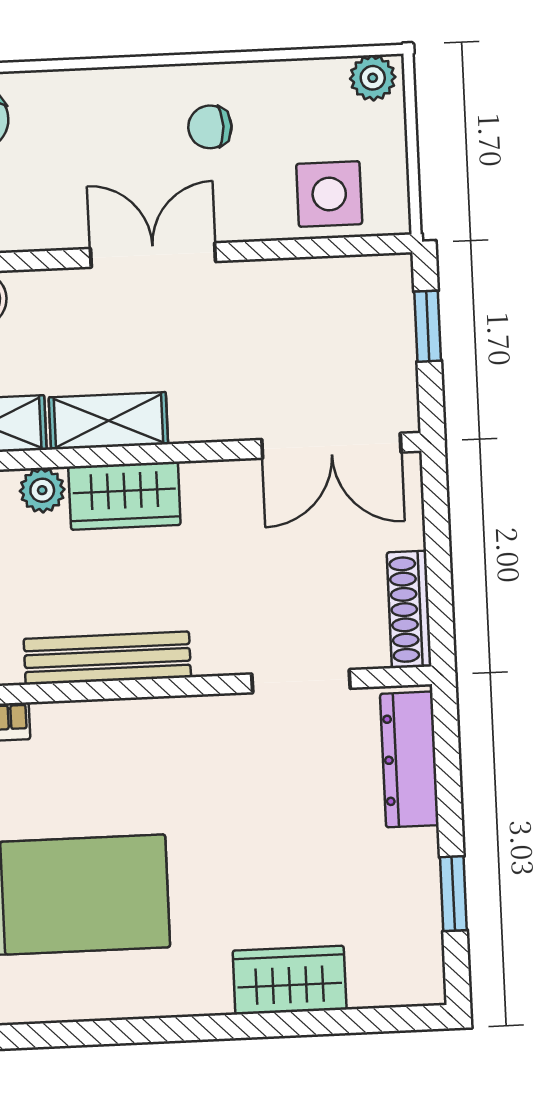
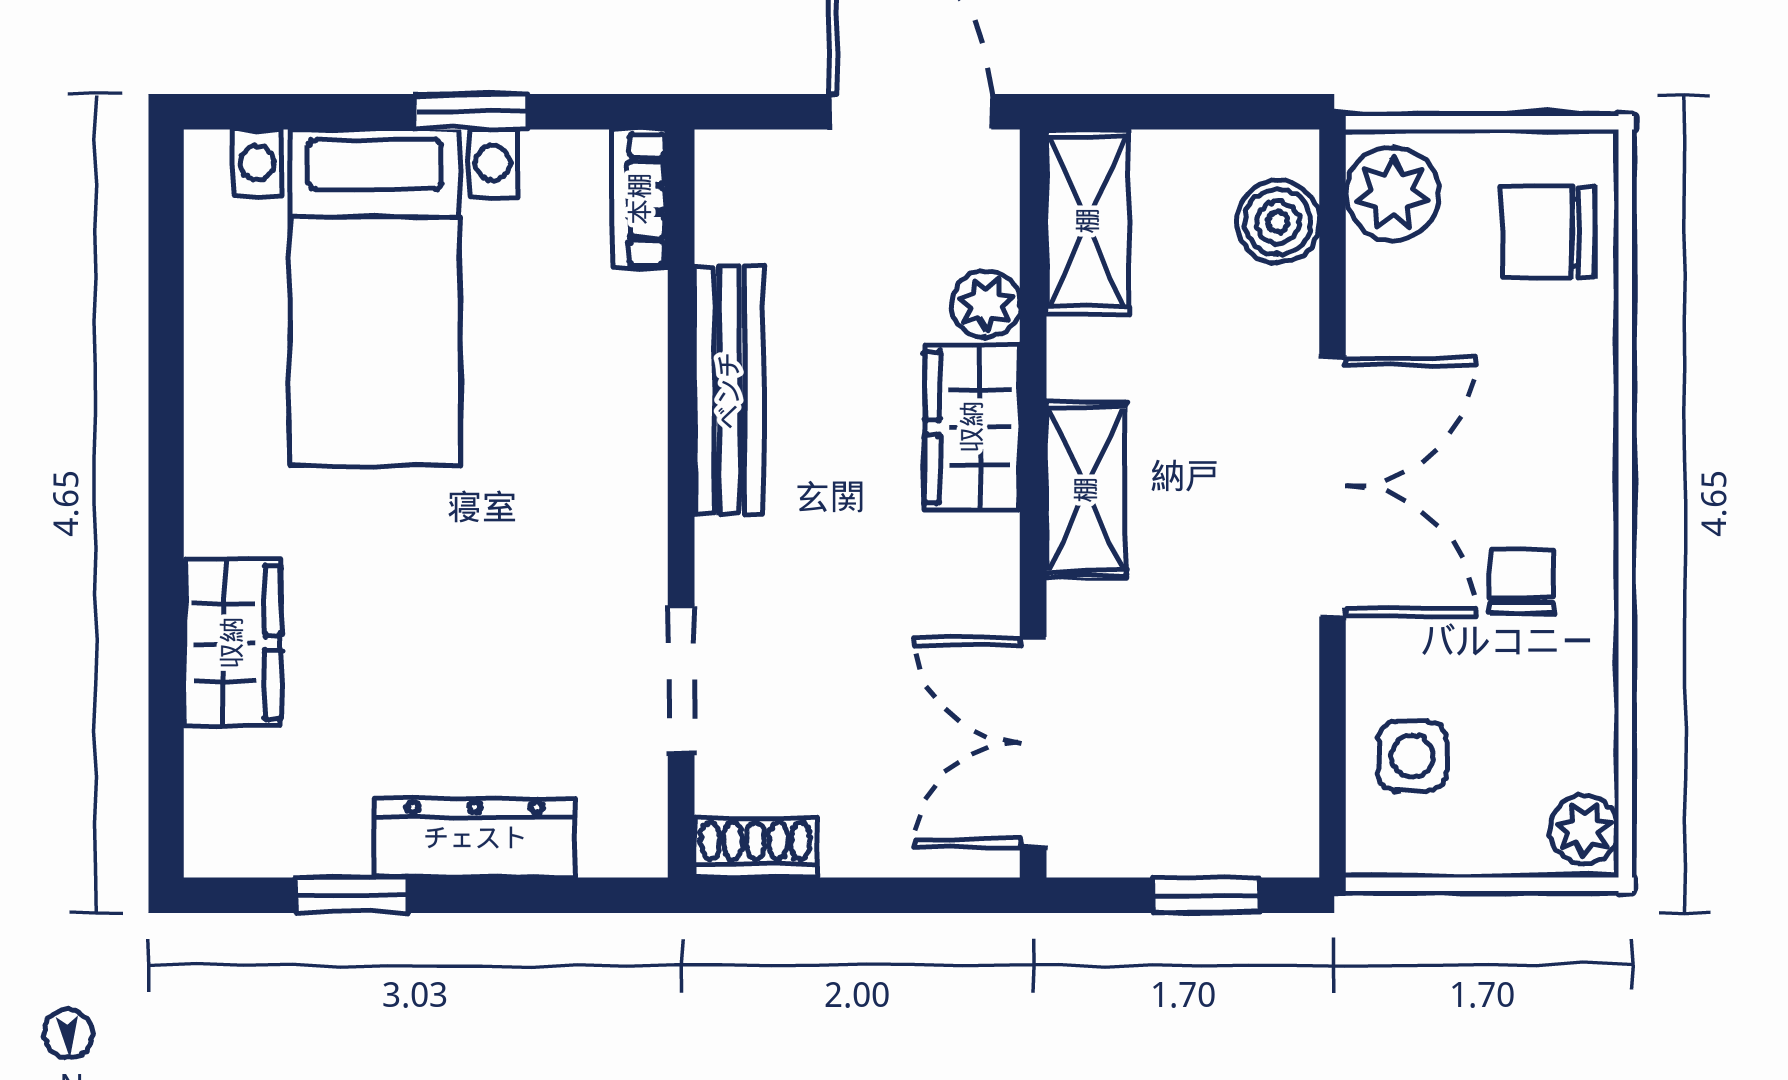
side table: (329, 194) -> (1412, 756), width x0.73, depth x0.73
double door: (153, 255) -> (1332, 487), width x1.37
shelving: (108, 421) -> (1086, 490), moved
shoe rack: (409, 609) -> (755, 848), width x0.70
dresser: (409, 759) -> (475, 838), moved

